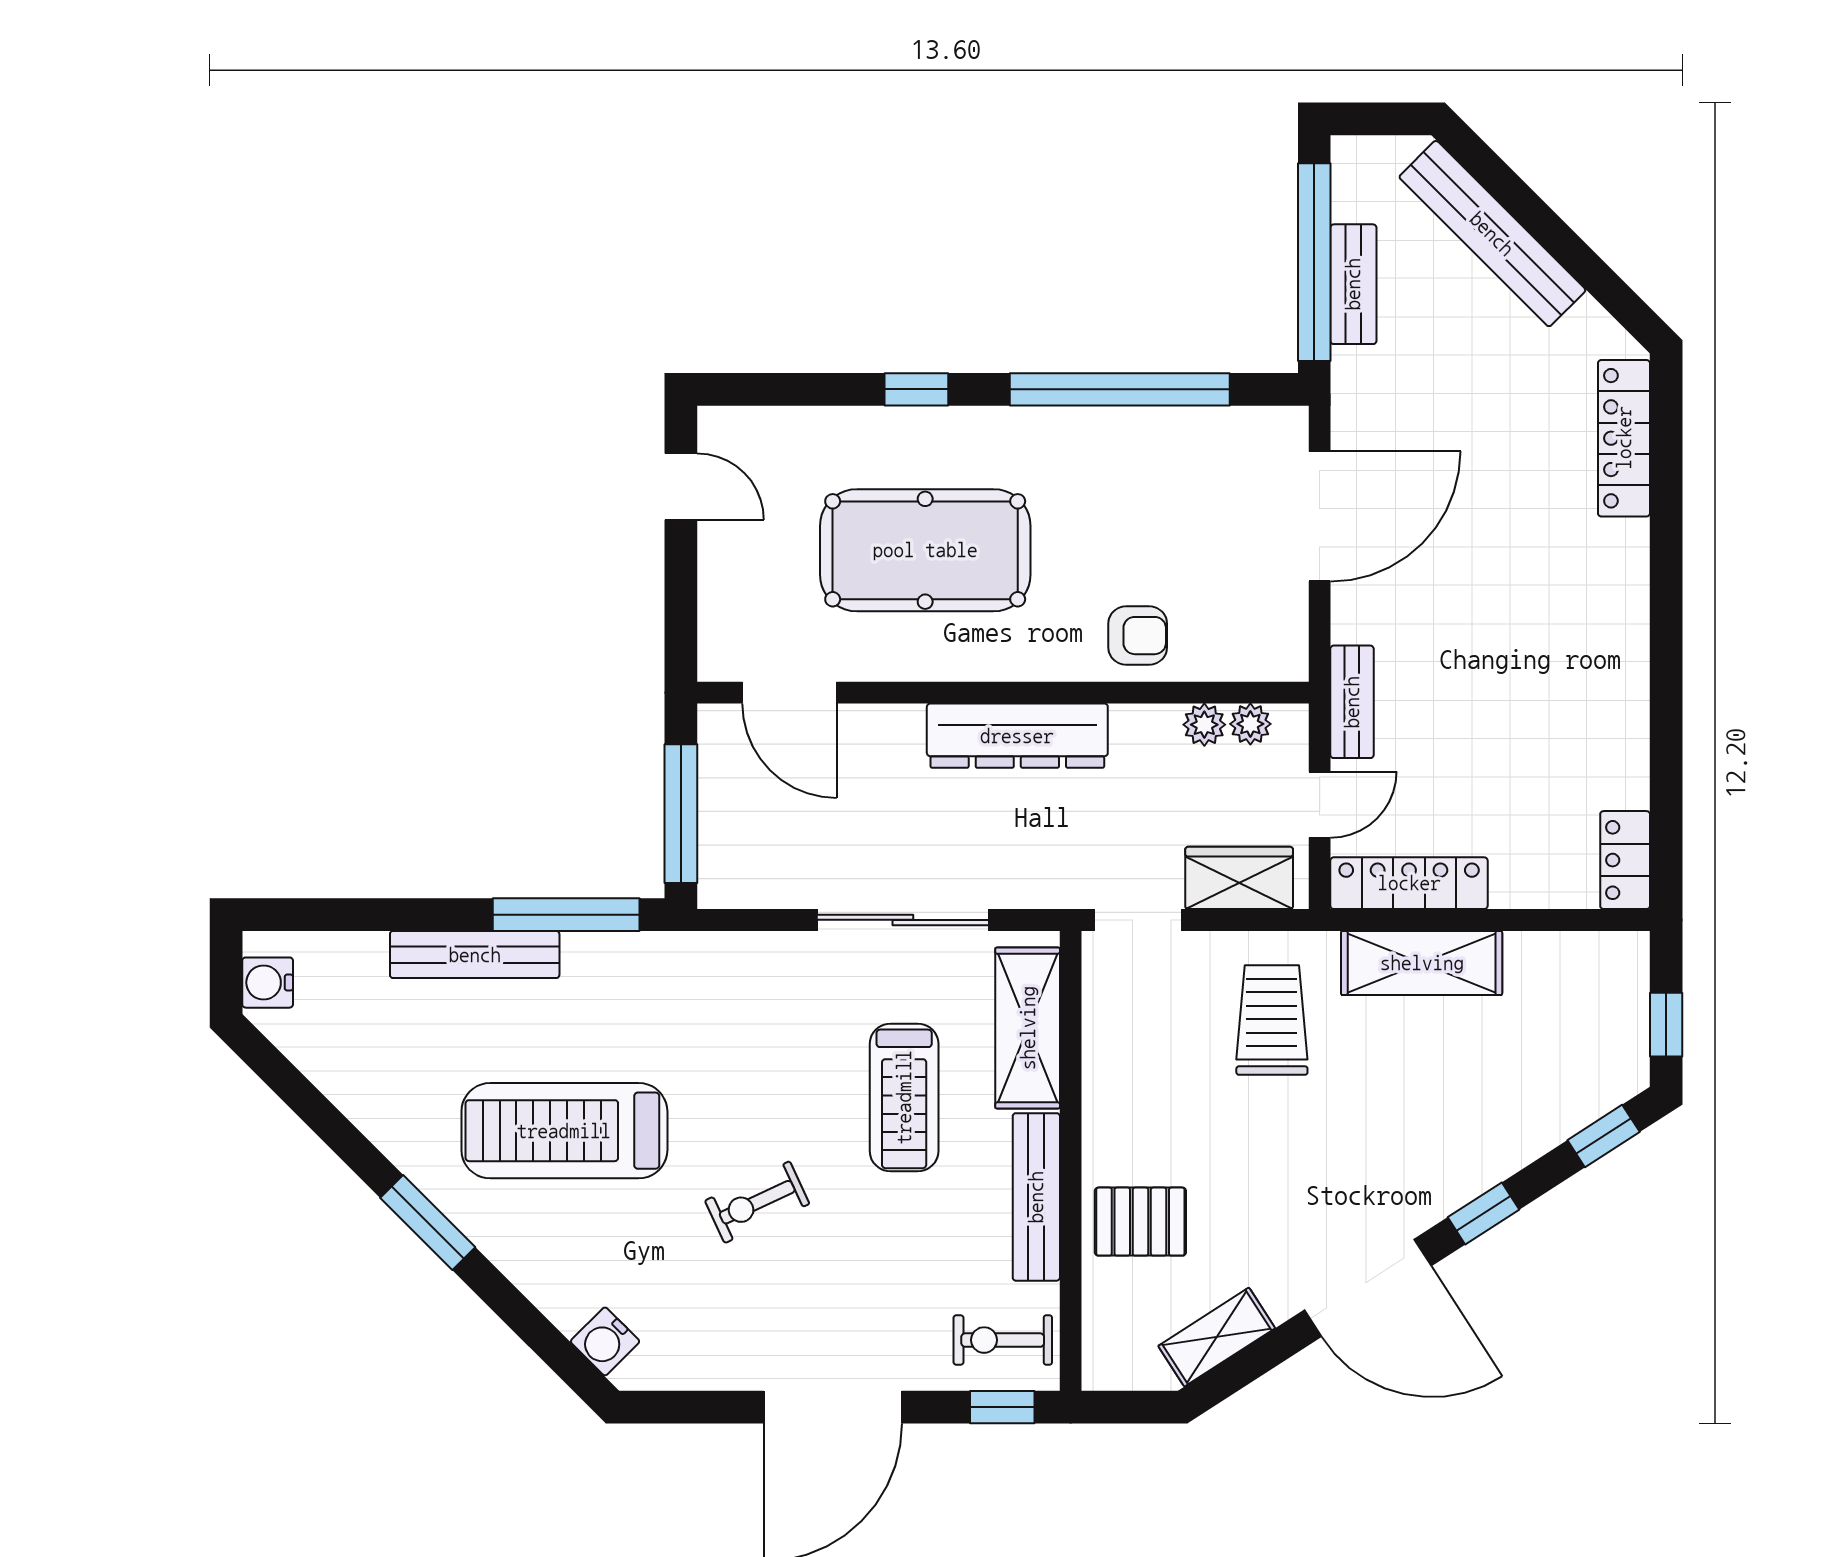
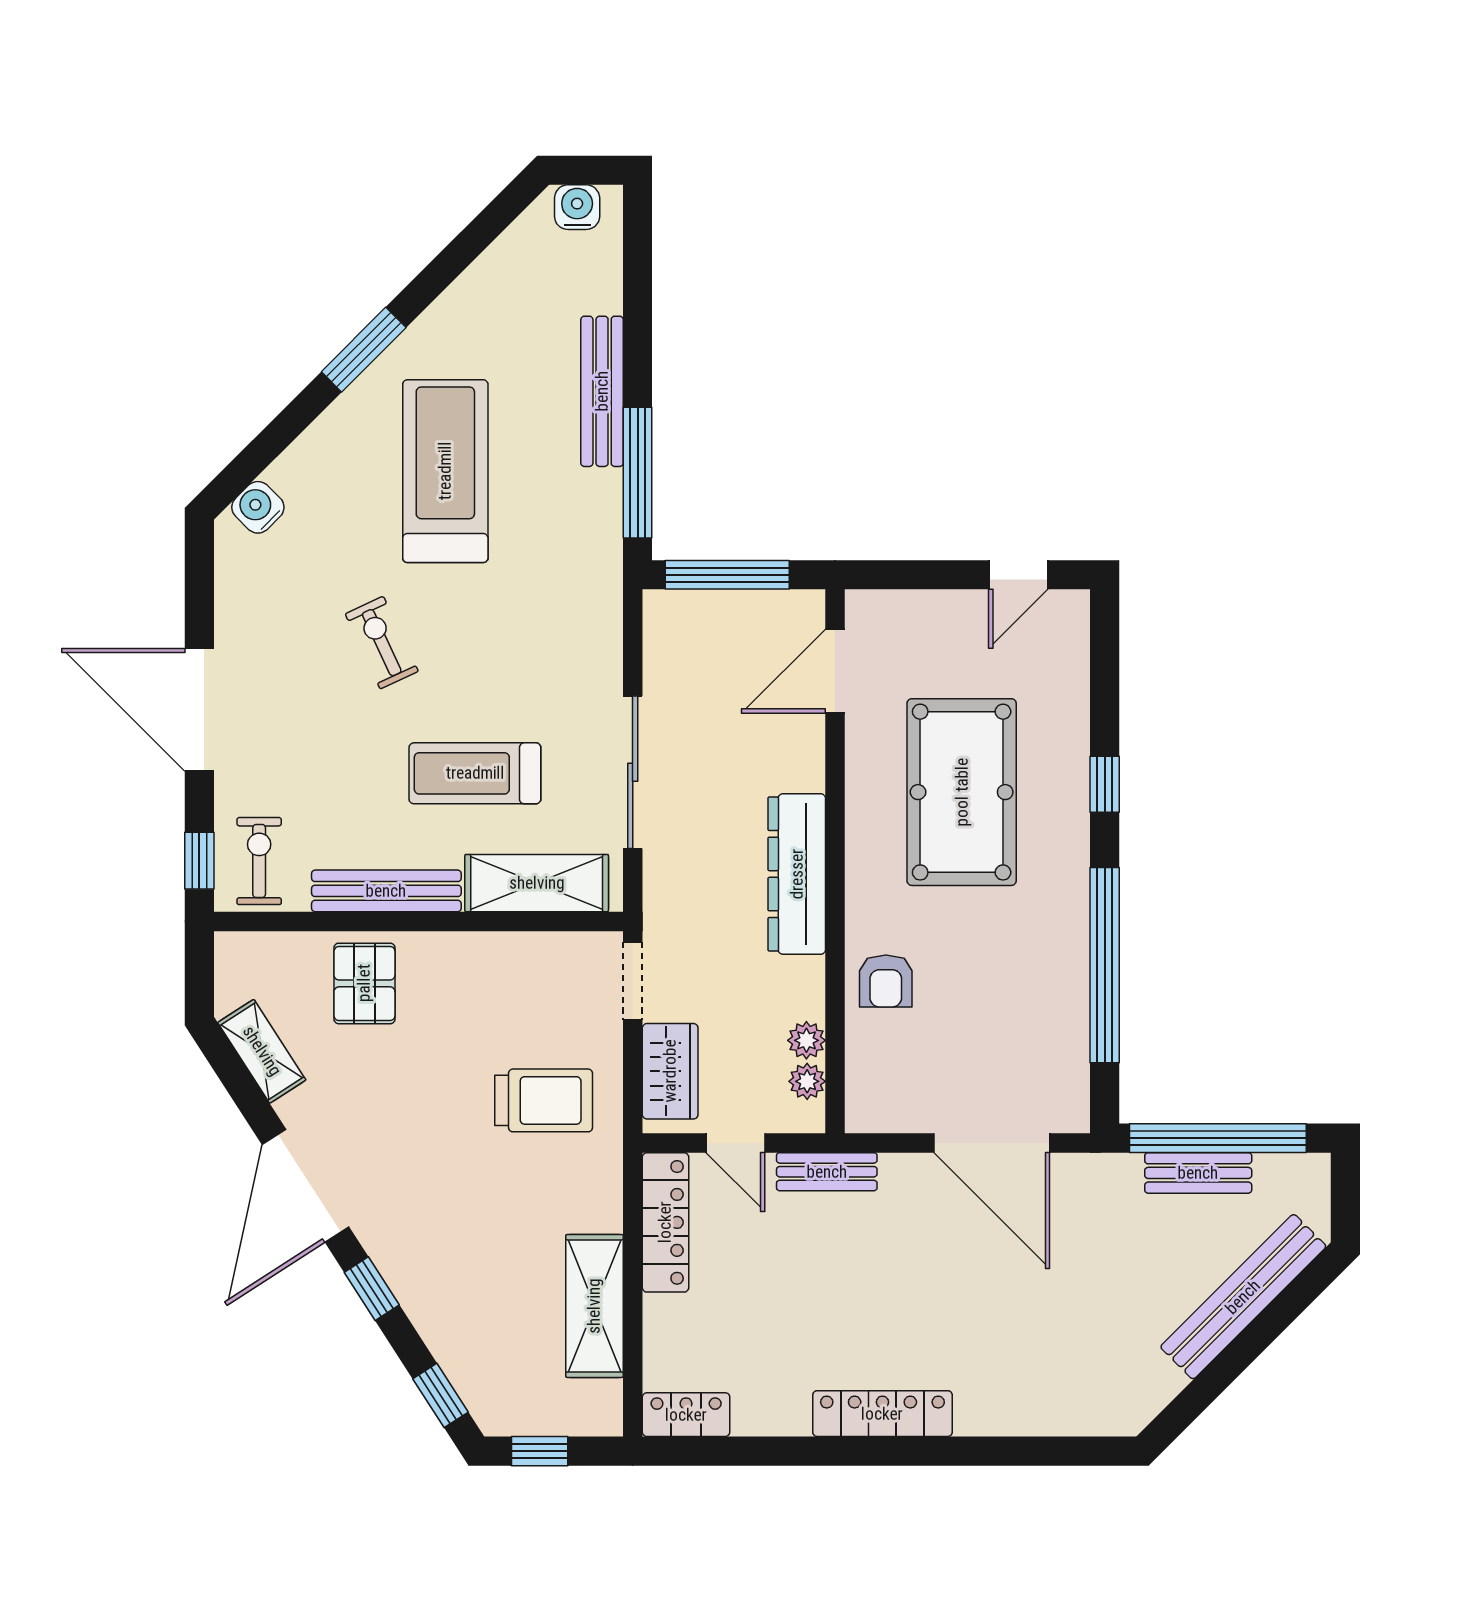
locker: (1624, 438) -> (882, 1414), moved
shelving: (1422, 963) -> (594, 1306), moved

